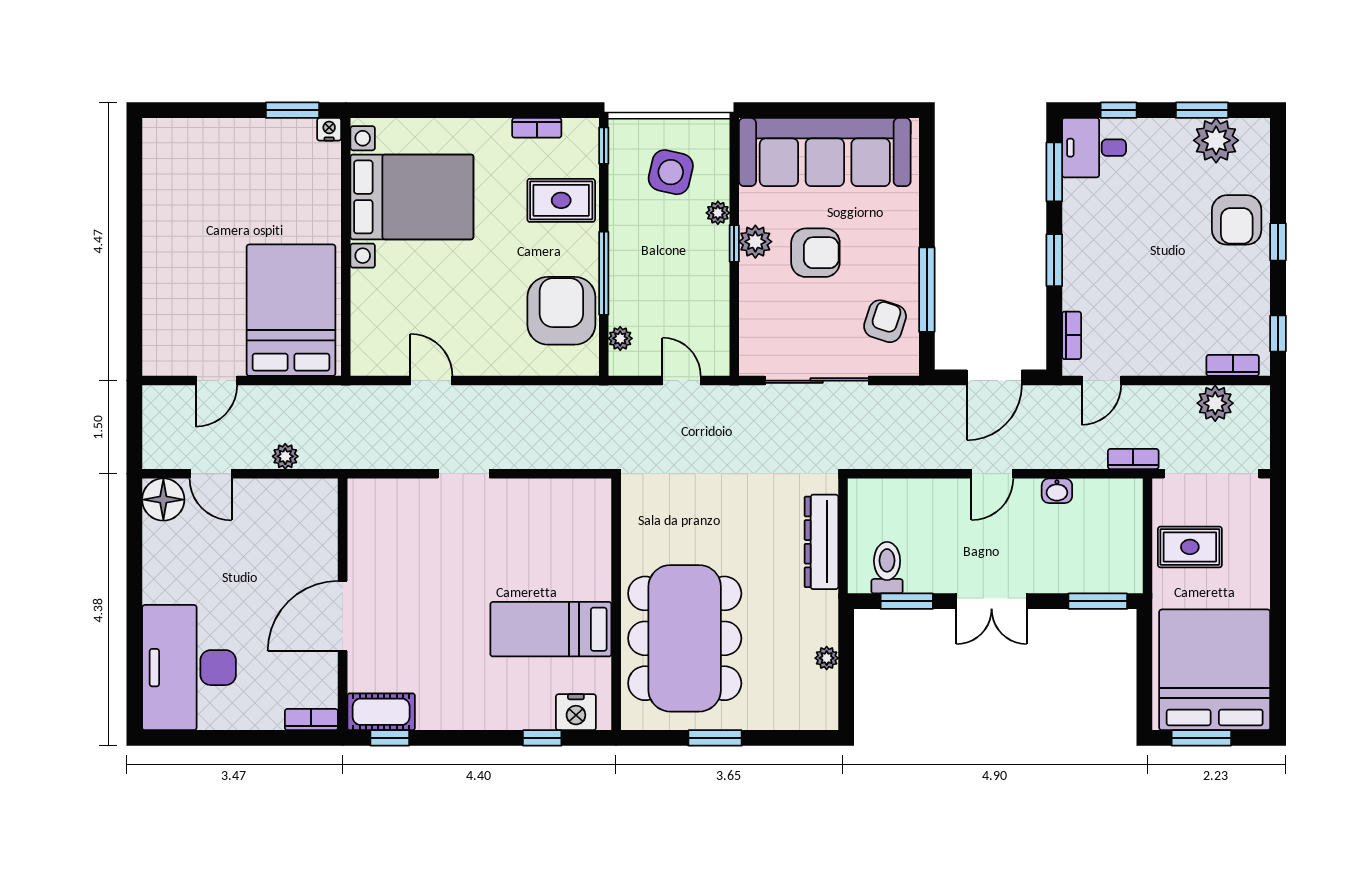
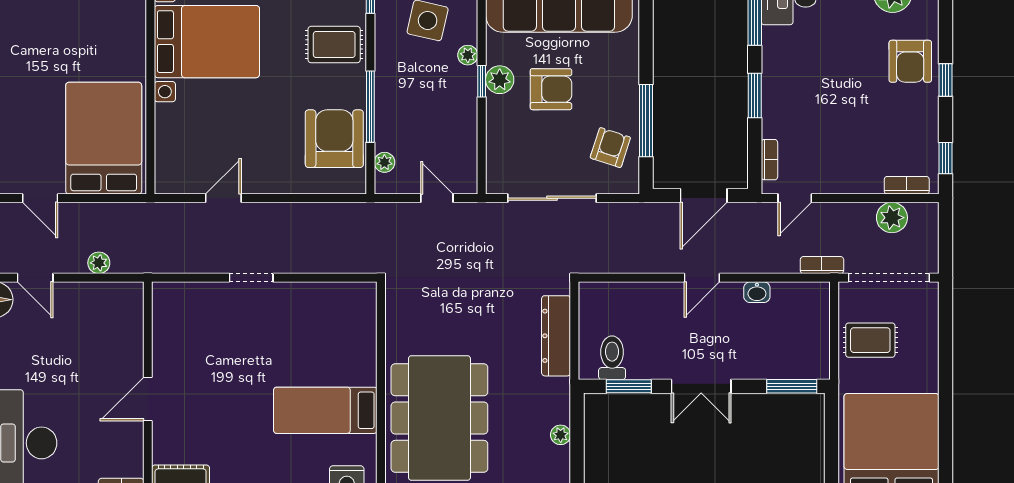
door: (216, 381) -> (40, 198), hinge flipped
door: (431, 381) -> (223, 198), hinge flipped
door: (343, 616) -> (148, 399), width x0.73

